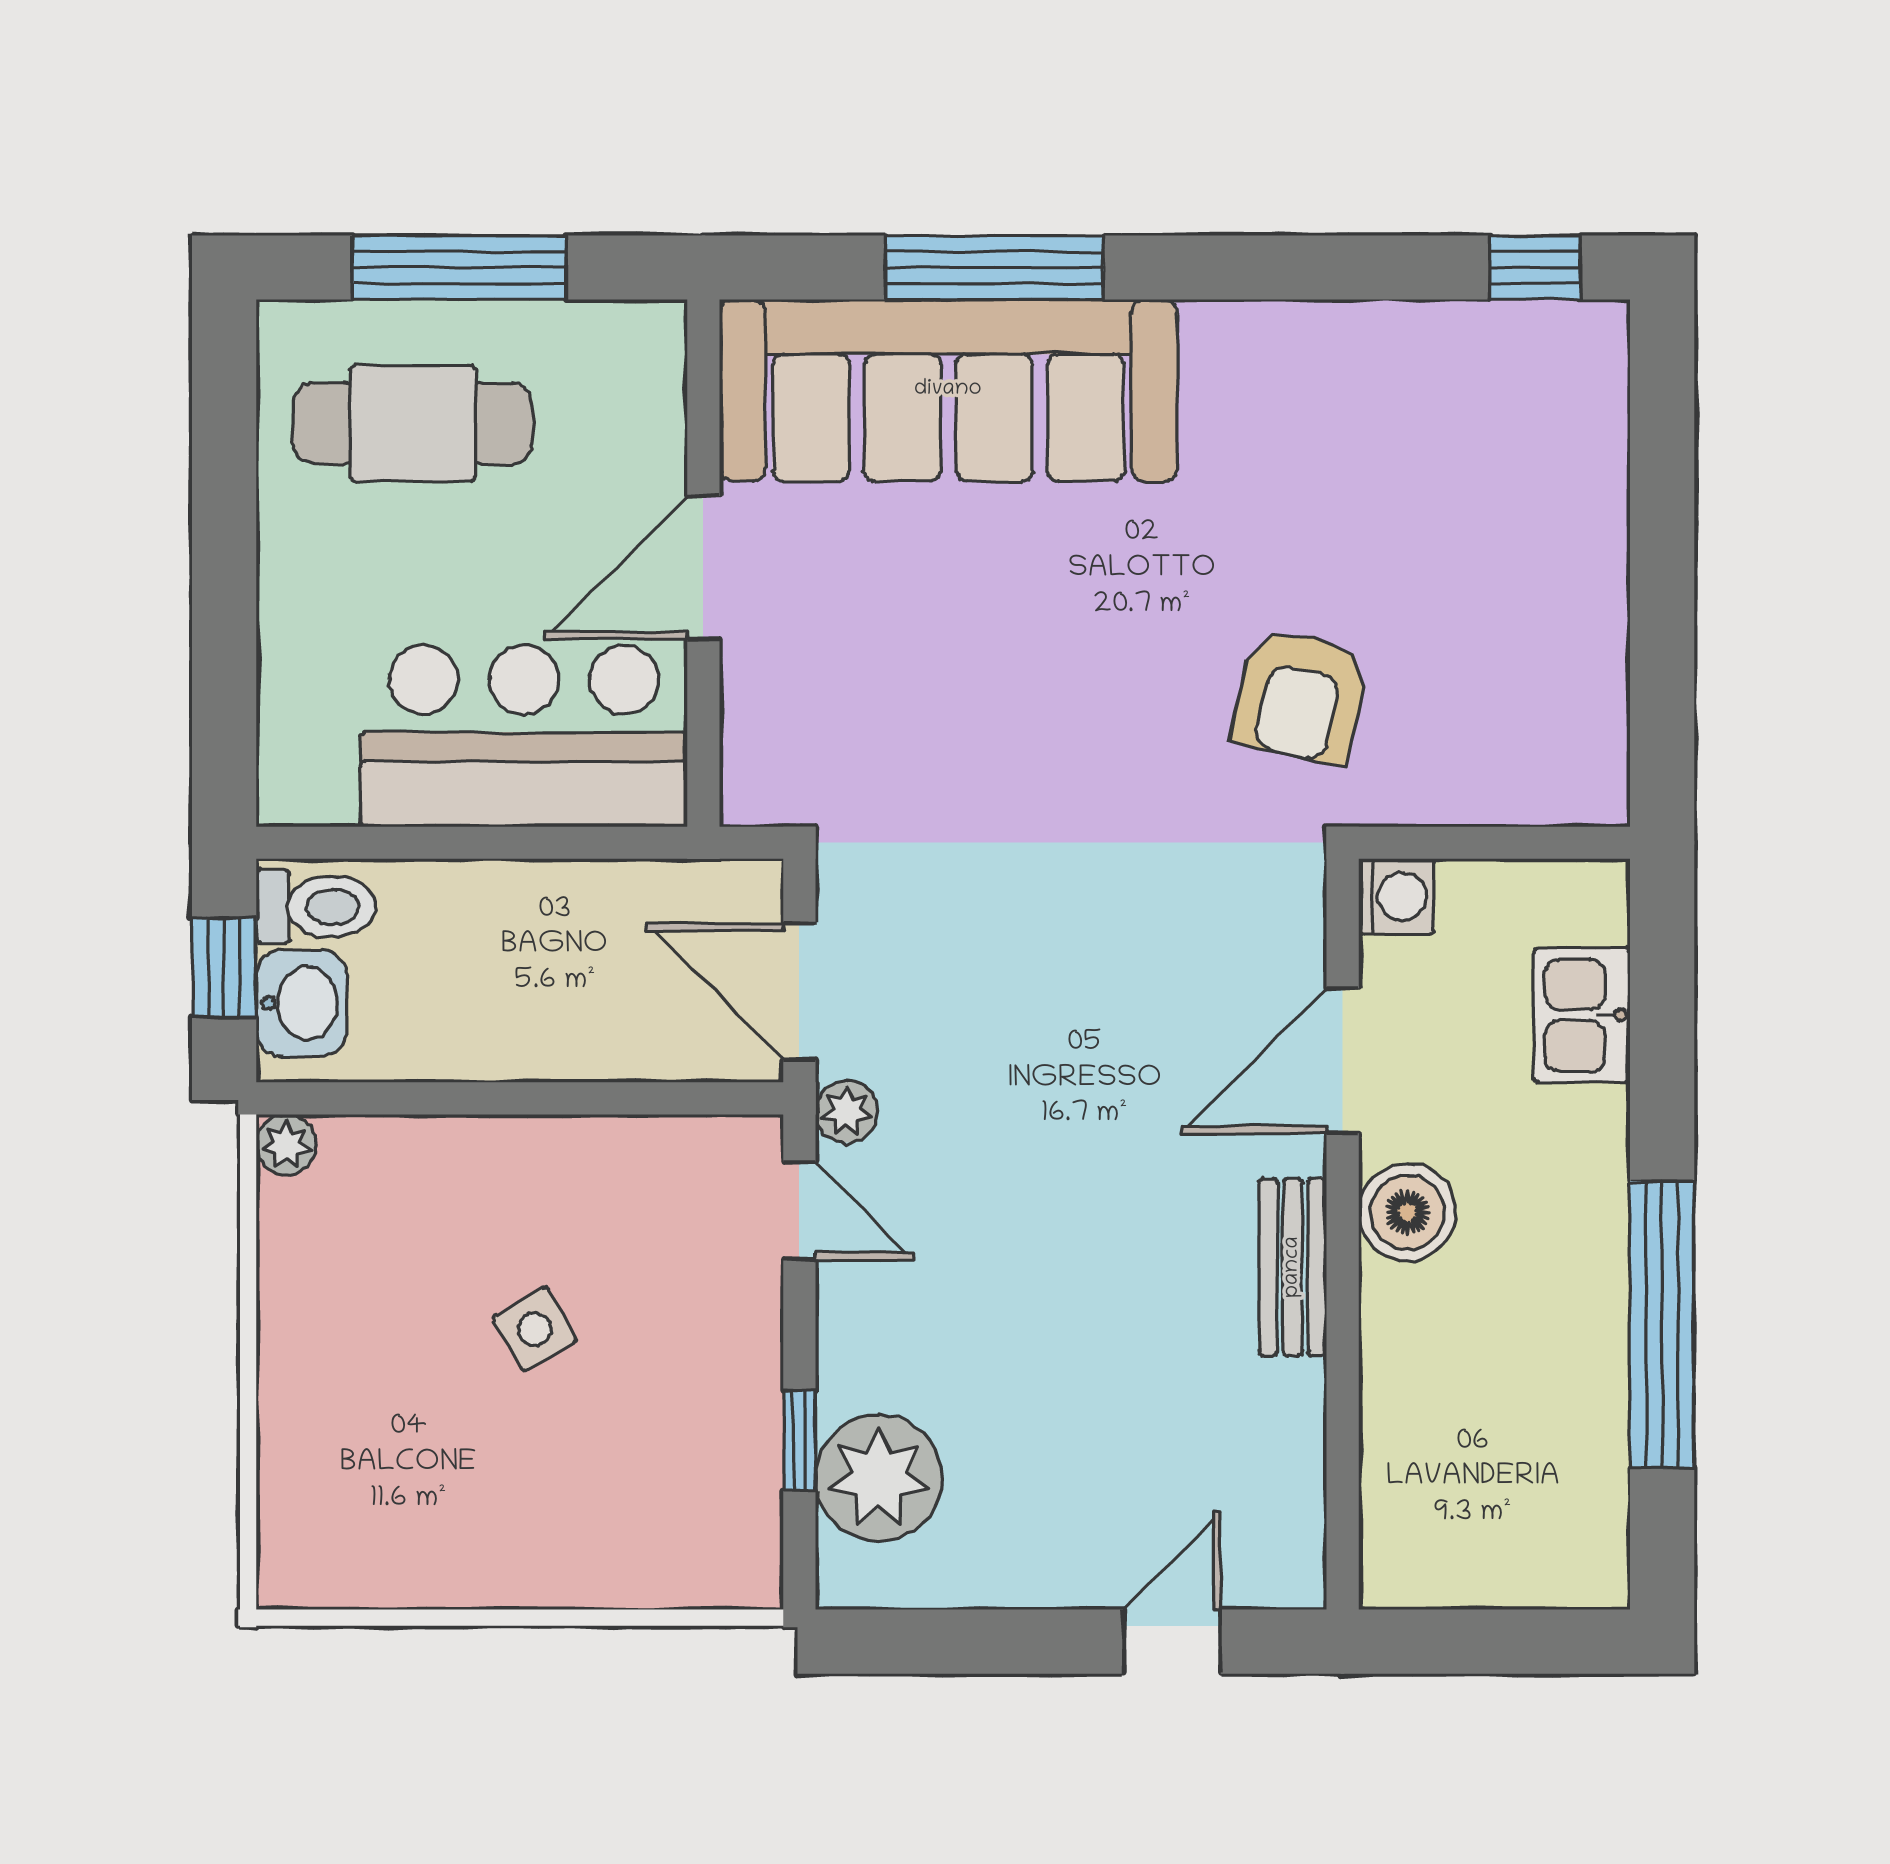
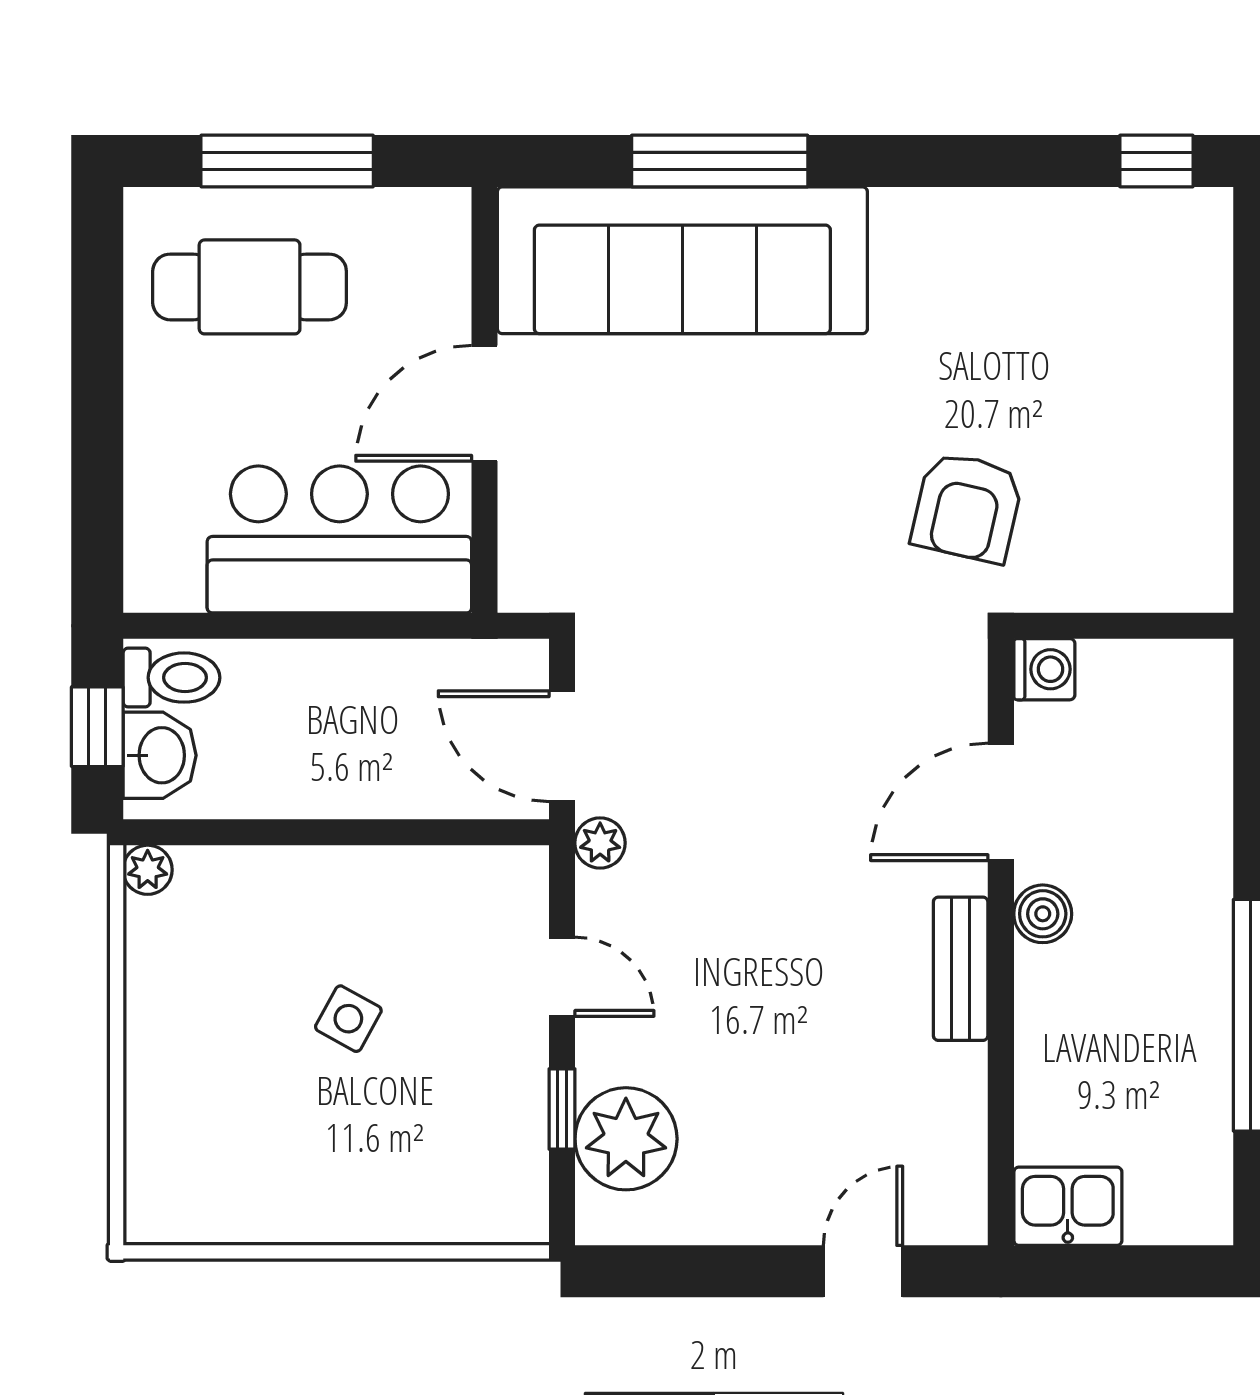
kitchen sink: (1582, 1015) -> (1068, 1206), moved, turned 90
door: (799, 1211) -> (562, 977), moved
boiler: (1407, 1212) -> (1043, 914), width x0.73, depth x0.73
side table: (535, 1329) -> (348, 1019), turned -31

